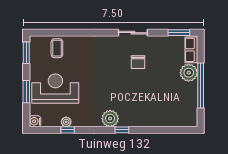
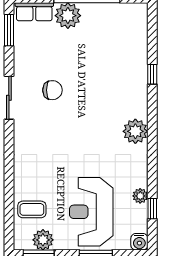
plant: (36, 56) -> (43, 240), added
window: (68, 130) -> (152, 209), moved
window: (122, 130) -> (152, 74), moved

